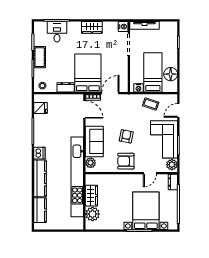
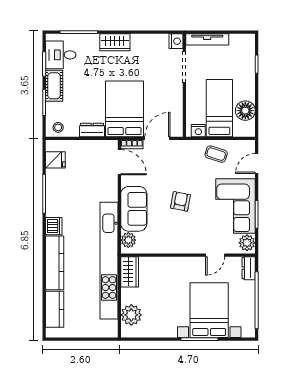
wardrobe: (92, 27) -> (115, 42), moved
desk: (57, 32) -> (61, 55), moved, turned -90
armchair: (126, 161) -> (180, 238), removed
wardrobe: (91, 196) -> (130, 272), moved

